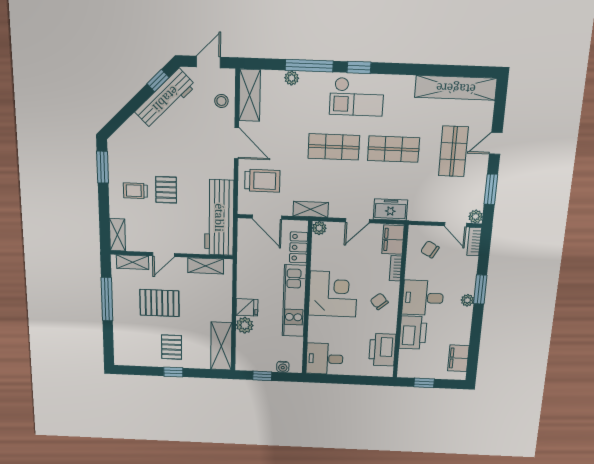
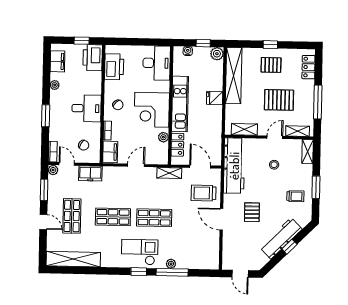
door: (208, 62) -> (240, 274), hinge flipped
plant: (292, 78) -> (171, 264), moved
window: (158, 81) -> (289, 247), moved
shelving: (250, 95) -> (212, 252), removed
workbench: (165, 99) -> (281, 238), moved
stool: (221, 101) -> (274, 165), moved
door: (496, 143) -> (43, 222), hinge flipped
window: (103, 167) -> (316, 187), moved
pallet: (166, 190) -> (252, 212), moved
trolley: (135, 191) -> (295, 196), moved
freezer: (390, 210) -> (90, 173), moved
plant: (319, 228) -> (163, 137), moved
plant: (467, 300) -> (55, 85), moved
plant: (245, 325) -> (217, 54), moved
printer: (413, 333) -> (93, 58), moved
locker: (122, 343) -> (308, 67), added
shelving: (221, 346) -> (234, 76), width x1.47
pallet: (172, 347) -> (271, 65), turned 90
desk: (325, 359) -> (157, 63), width x1.37

